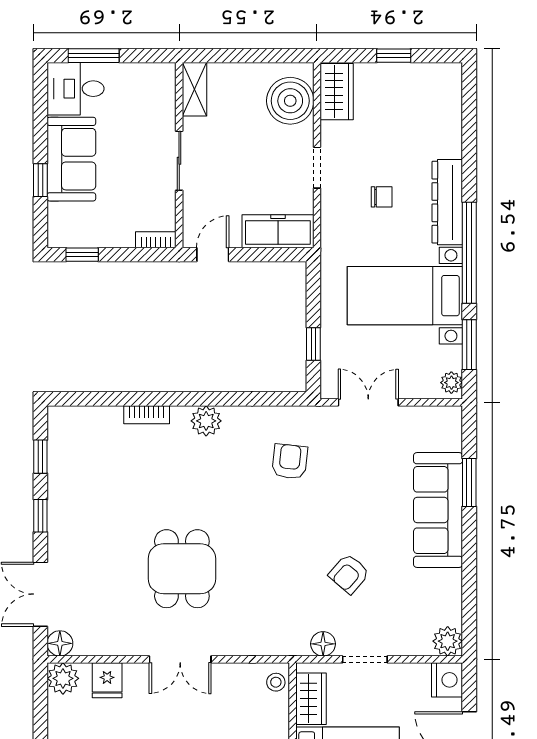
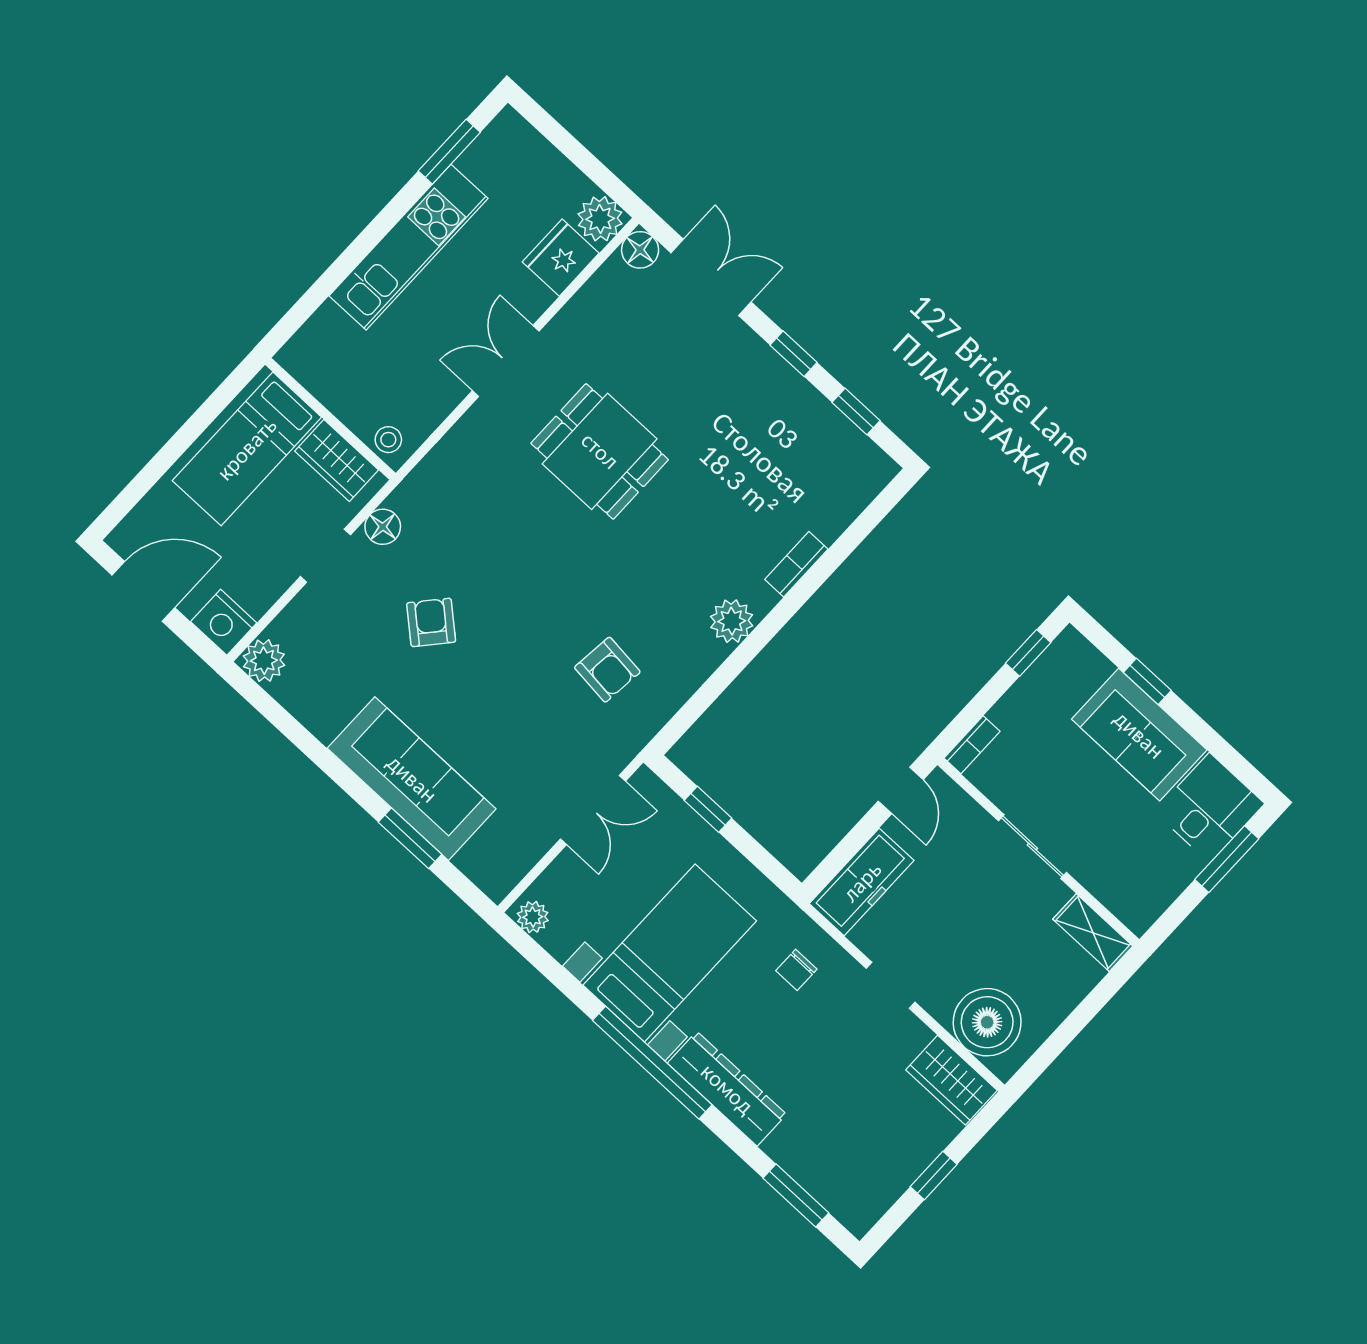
chair: (382, 197) -> (796, 970), moved
window: (469, 345) -> (796, 1196), moved
fridge: (107, 680) -> (561, 258), width x1.38

